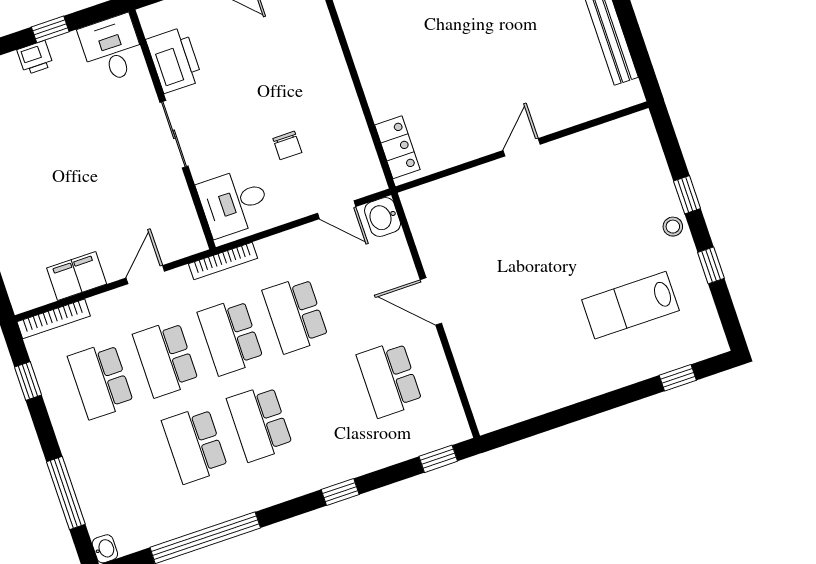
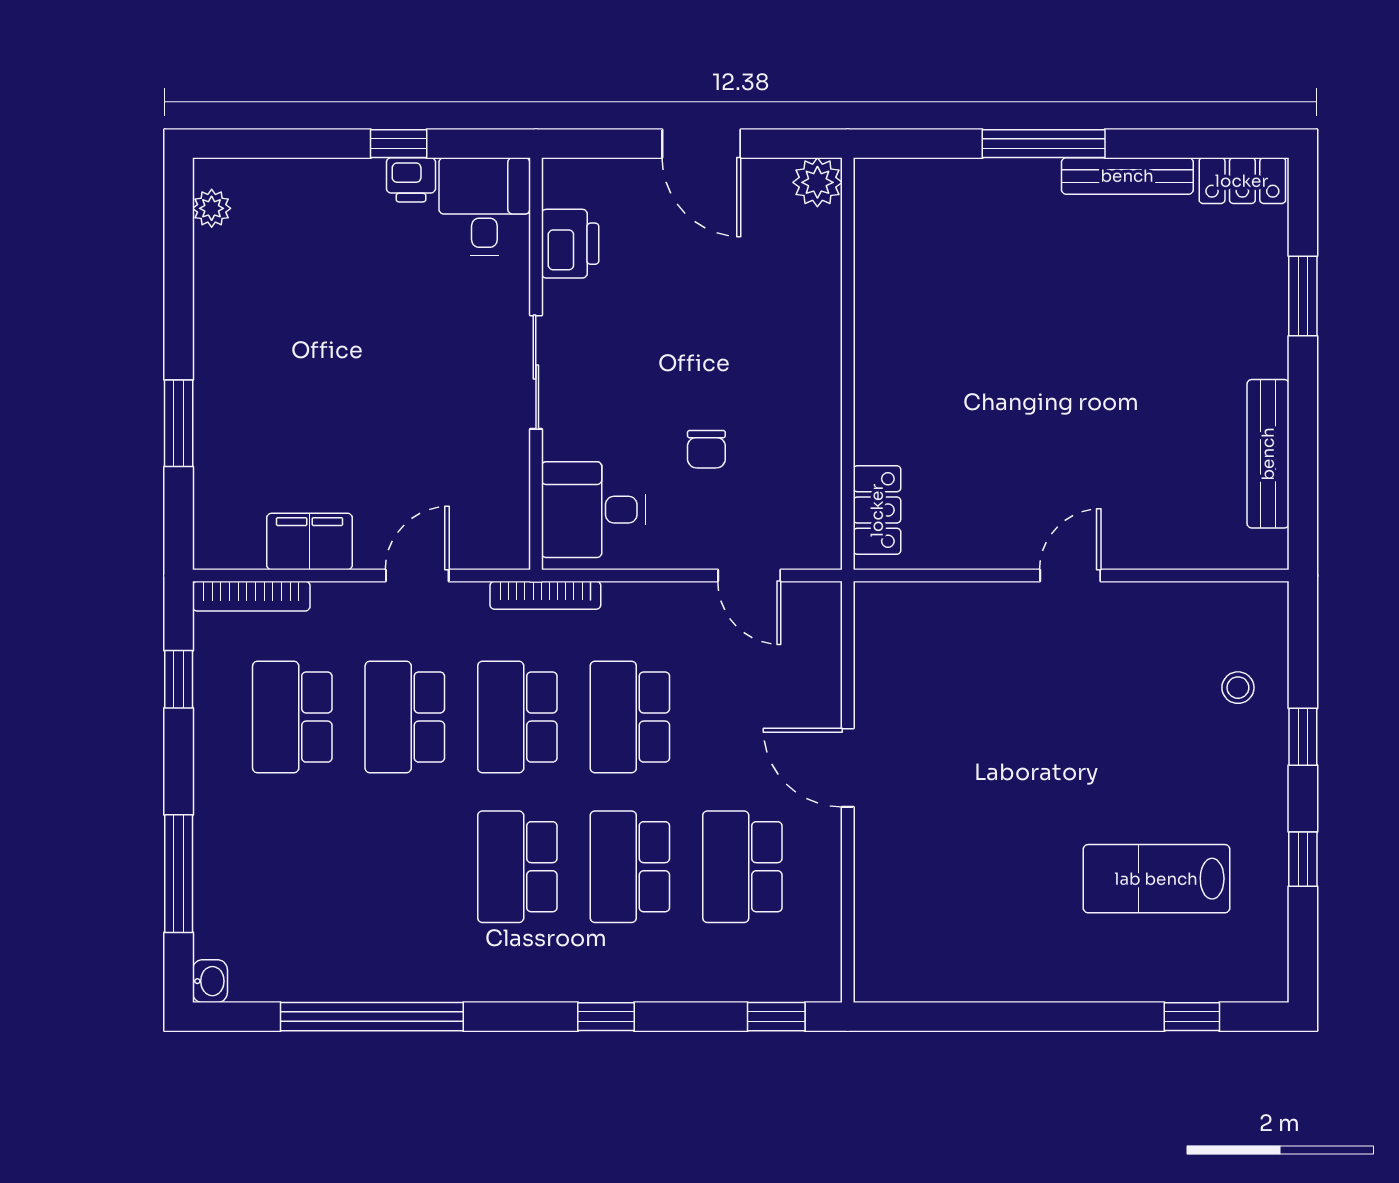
printer: (35, 58) -> (411, 180), moved
printer: (174, 60) -> (570, 244), width x0.73, depth x0.84
washbasin: (383, 217) -> (817, 611), removed
stool: (673, 227) -> (1238, 688), moved
school desk: (195, 445) -> (630, 867), moved

